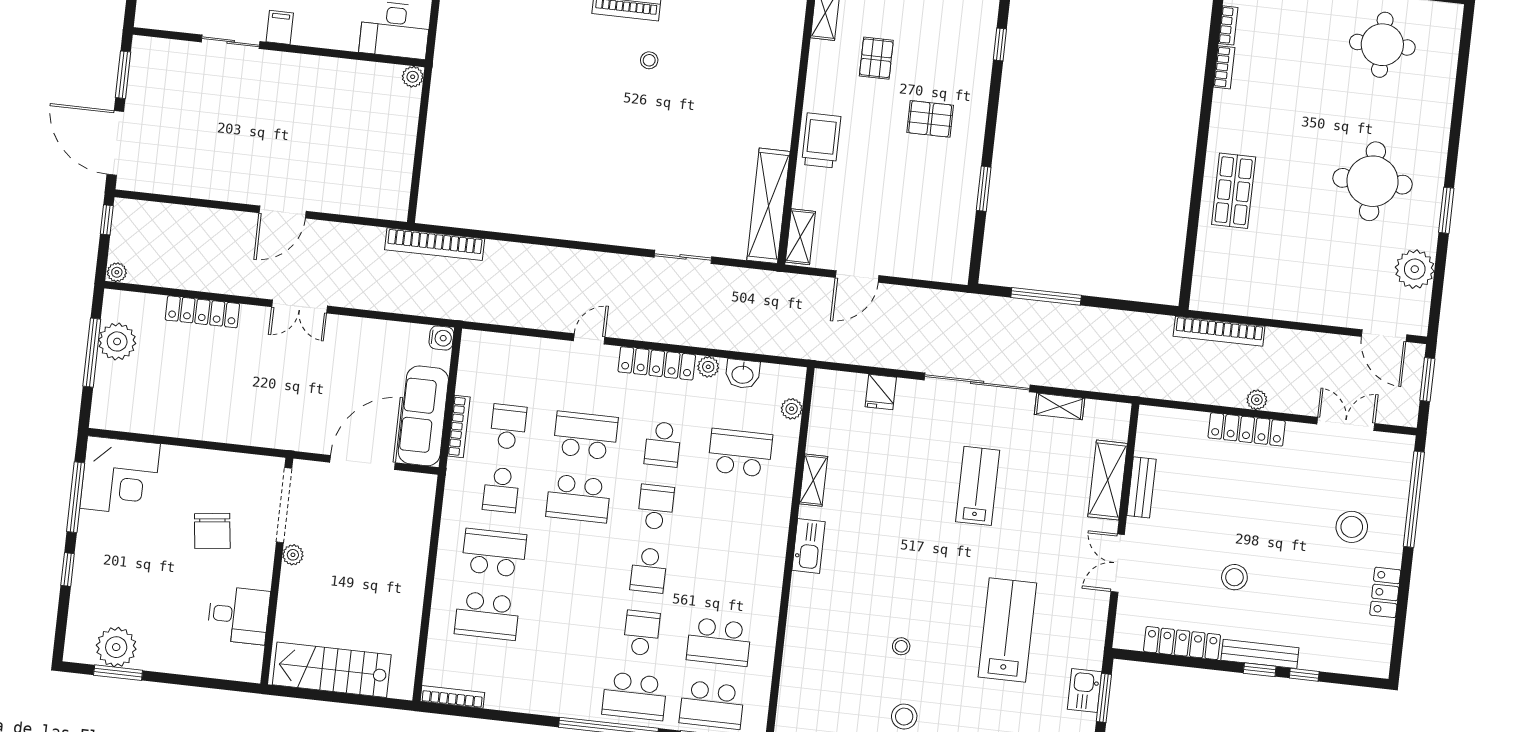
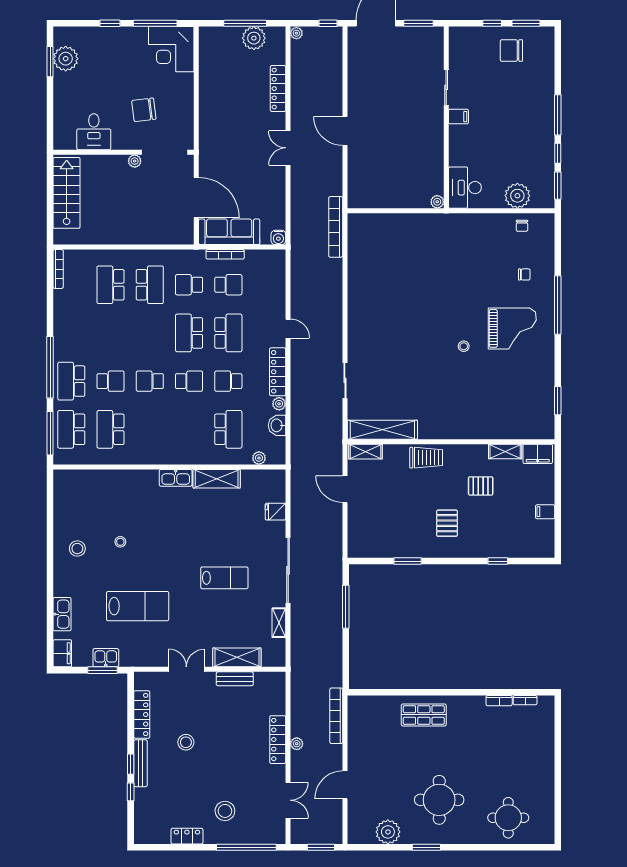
round table: (1382, 45) -> (508, 818), moved
door: (1384, 336) -> (345, 785), moved
shelving: (813, 480) -> (217, 479), width x1.50, depth x1.33

